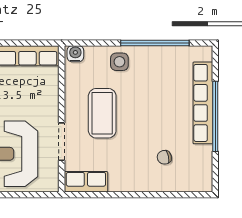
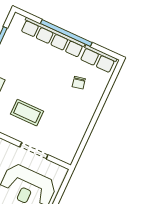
coffee table: (102, 113) -> (27, 113), width x0.73, depth x0.76
row of seats: (86, 182) -> (98, 59), moved, turned -90

